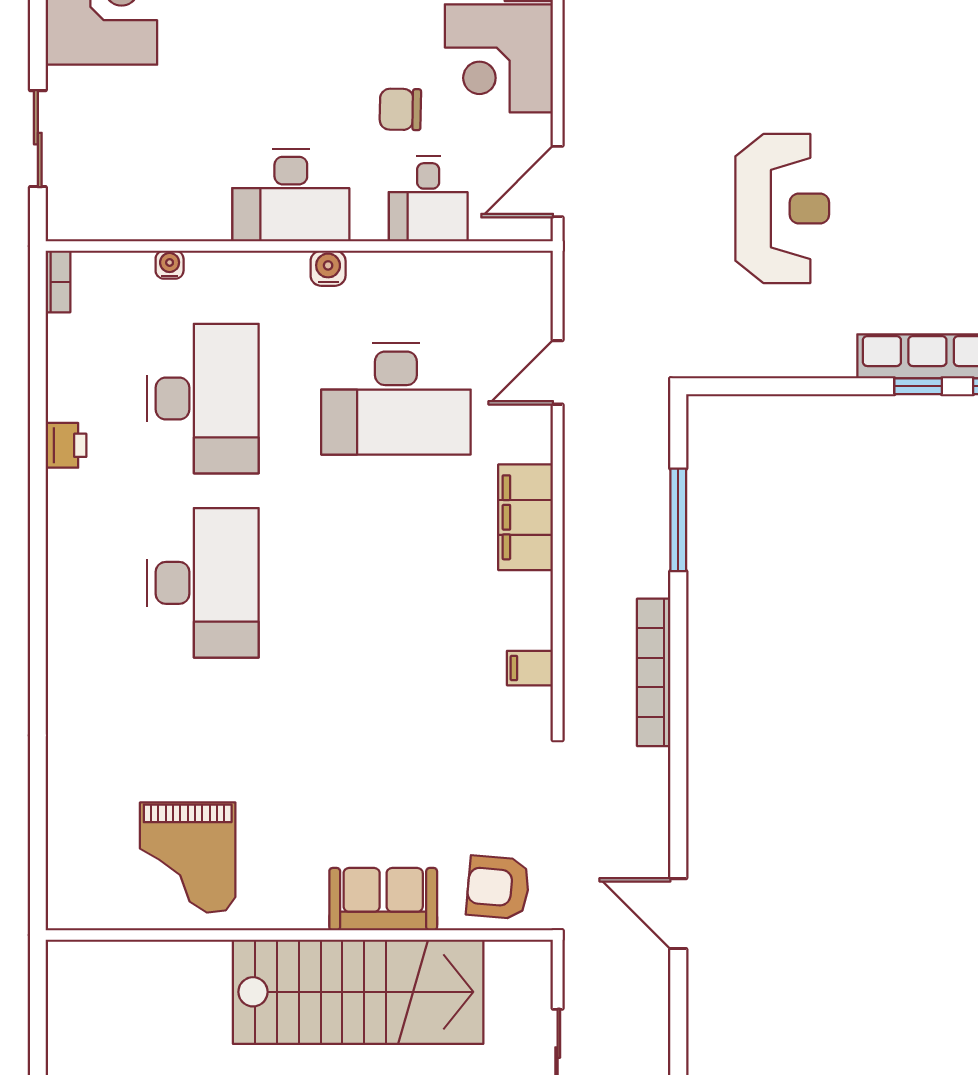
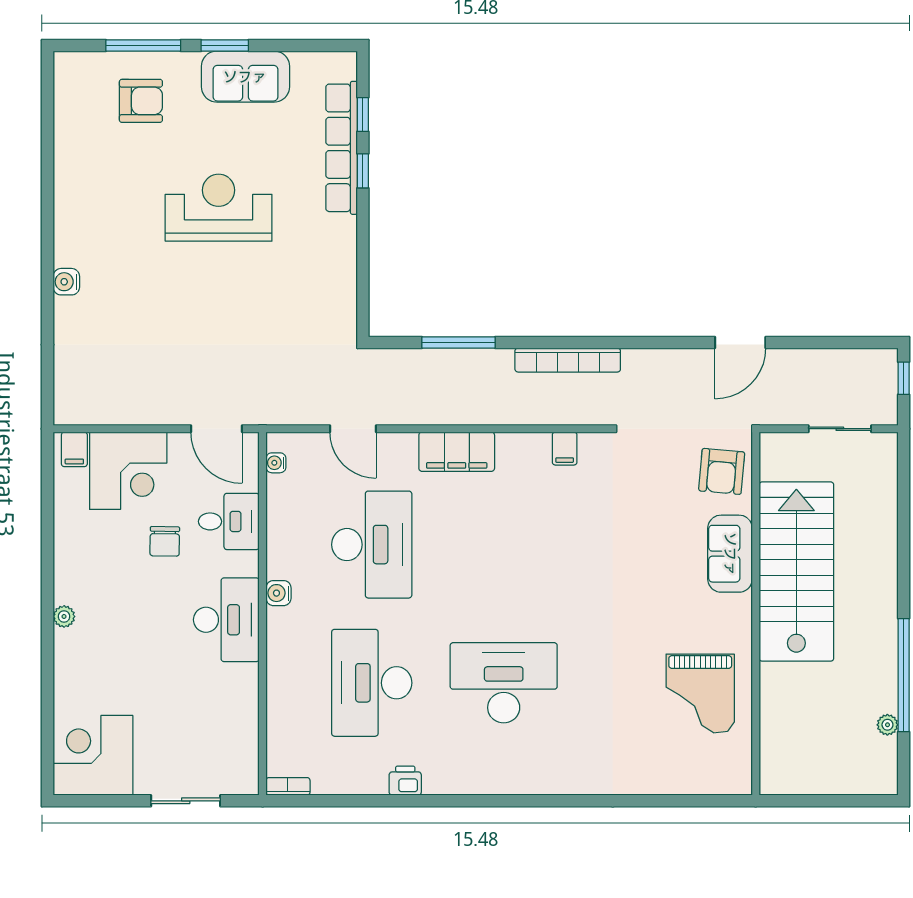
reception desk: (782, 209) -> (219, 208), moved
water cooler: (170, 265) -> (276, 463), moved
desk: (203, 399) -> (372, 683), turned -90
grand piano: (188, 857) -> (700, 694), turned 90

